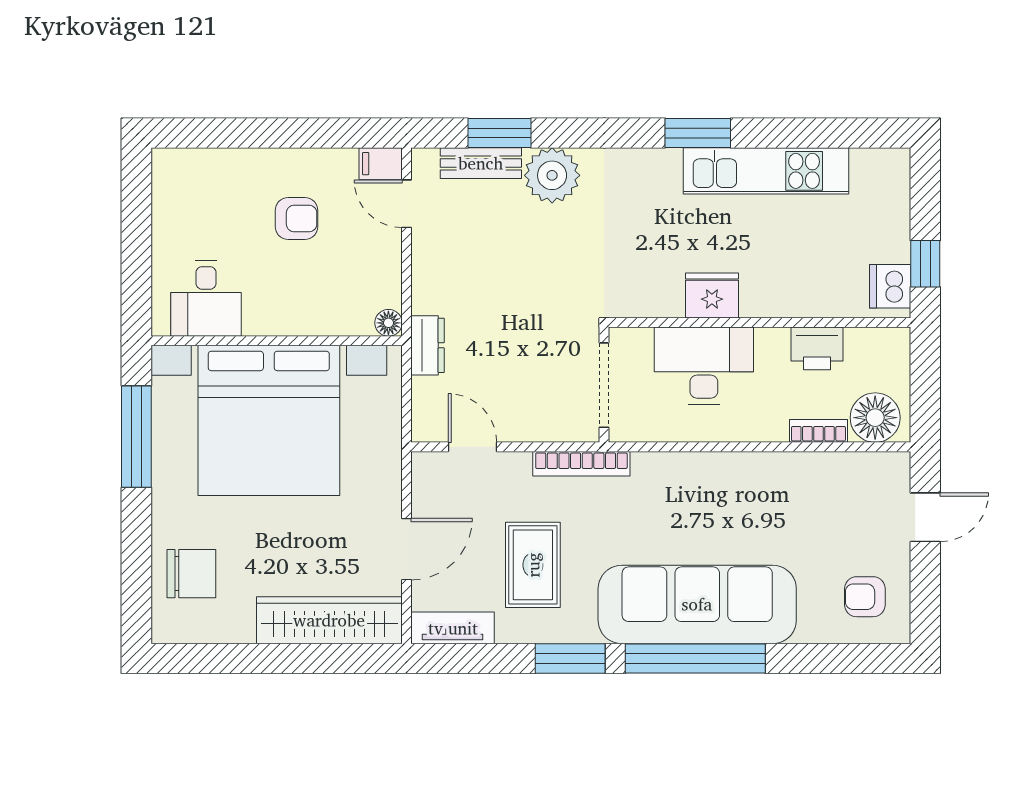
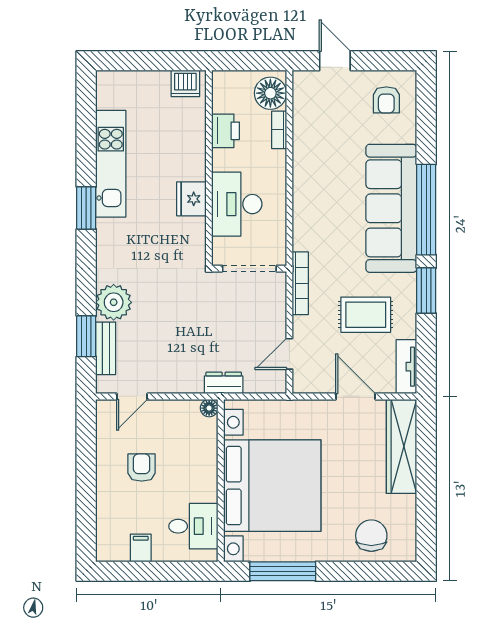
filing cabinet: (381, 164) -> (141, 548), moved, turned 180
window: (925, 264) -> (171, 61), removed

